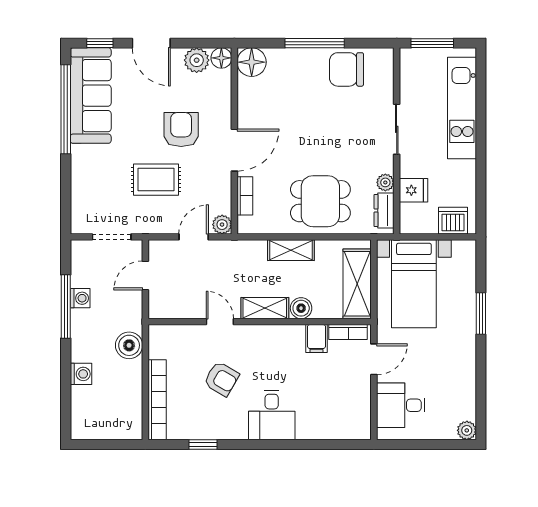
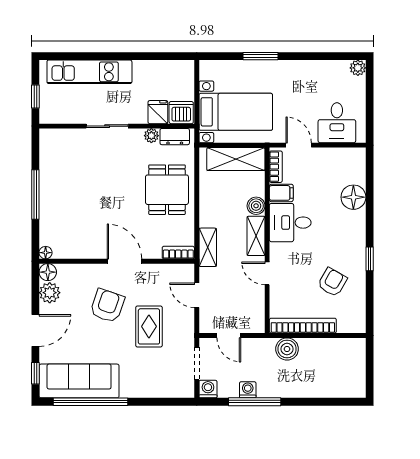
window: (432, 43) -> (35, 96), width x0.67
floor lamp: (252, 62) -> (46, 253), width x0.53, depth x0.53
chair: (347, 69) -> (57, 168), removed
armchair: (181, 130) -> (107, 306), turned 109
bookcase: (245, 196) -> (178, 253), moved
dishwasher: (453, 221) -> (181, 113), moved, turned 90
plant: (222, 225) -> (186, 272), removed
shelving: (291, 250) -> (208, 247), moved
door: (220, 322) -> (267, 273), hinge flipped
washing machine: (81, 374) -> (208, 389), moved
armchair: (221, 379) -> (332, 282), moved
bookcase: (157, 400) -> (303, 326), moved
desk: (272, 415) -> (290, 223), moved, turned 180
floor lamp: (311, 425) -> (353, 197), added
window: (203, 445) -> (370, 259), moved

